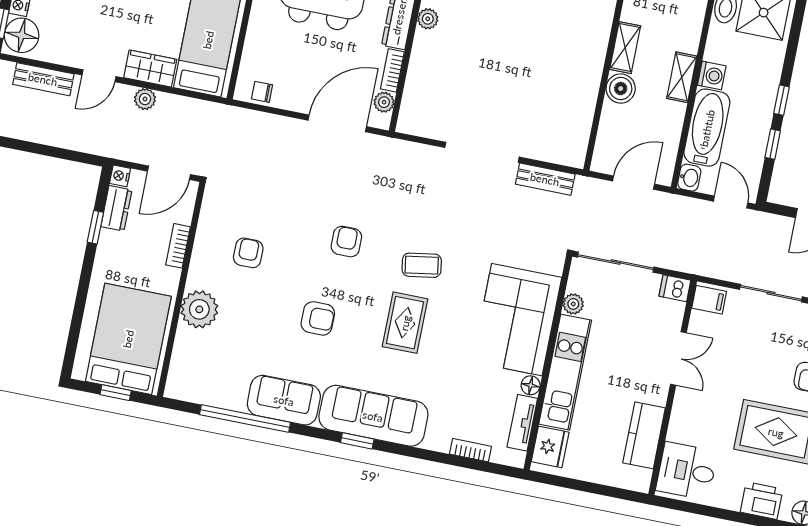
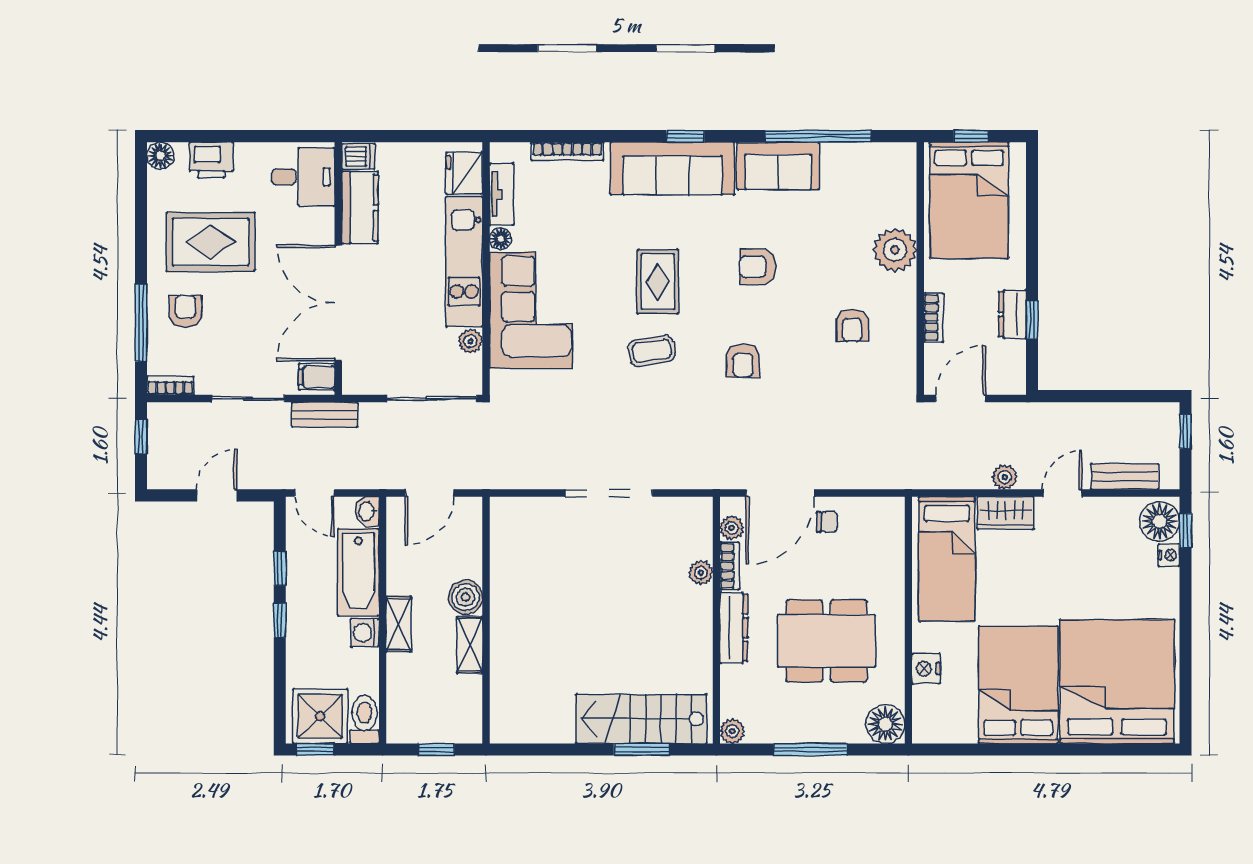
plant: (428, 19) -> (701, 573), moved
chair: (262, 92) -> (827, 522), moved
nightstand: (120, 176) -> (1016, 384), removed
bench: (545, 179) -> (325, 415), moved
dresser: (116, 208) -> (1012, 314), moved
dishwasher: (675, 288) -> (358, 156), moved
double door: (678, 359) -> (338, 303), width x1.87
bookcase: (470, 450) -> (567, 151), width x1.56

